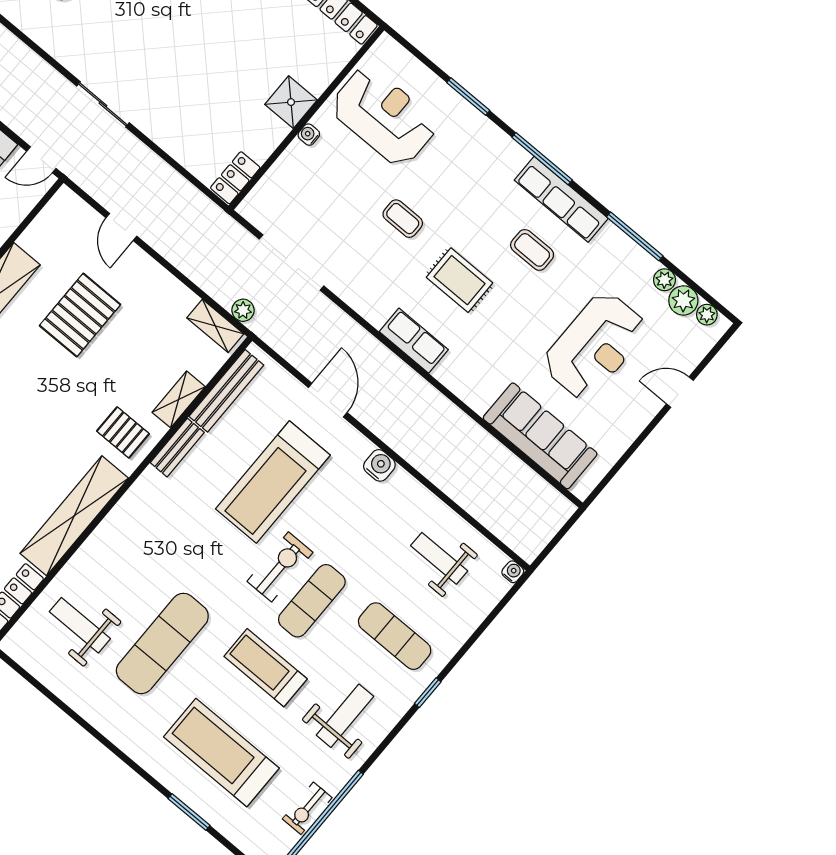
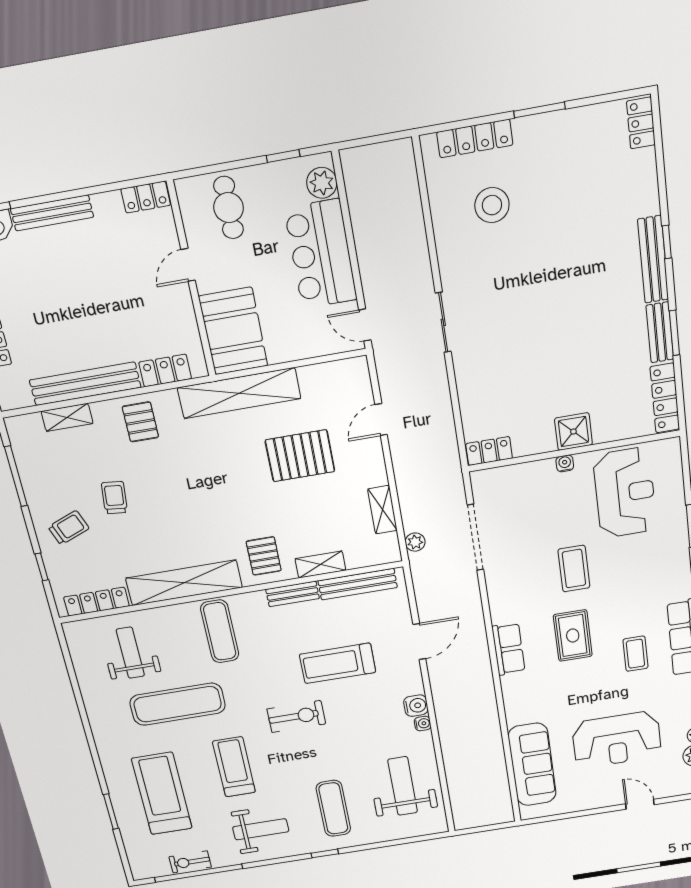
coffee table: (403, 219) -> (574, 569), width x1.36, depth x1.30
shelving: (215, 326) -> (382, 510), moved
treadmill: (273, 482) -> (338, 663), width x0.73, depth x0.73
weight bench: (439, 558) -> (403, 786), width x1.36, depth x1.33
water cooler: (513, 572) -> (423, 723), moved
exercise mat: (312, 601) -> (220, 631), moved, turned 90

